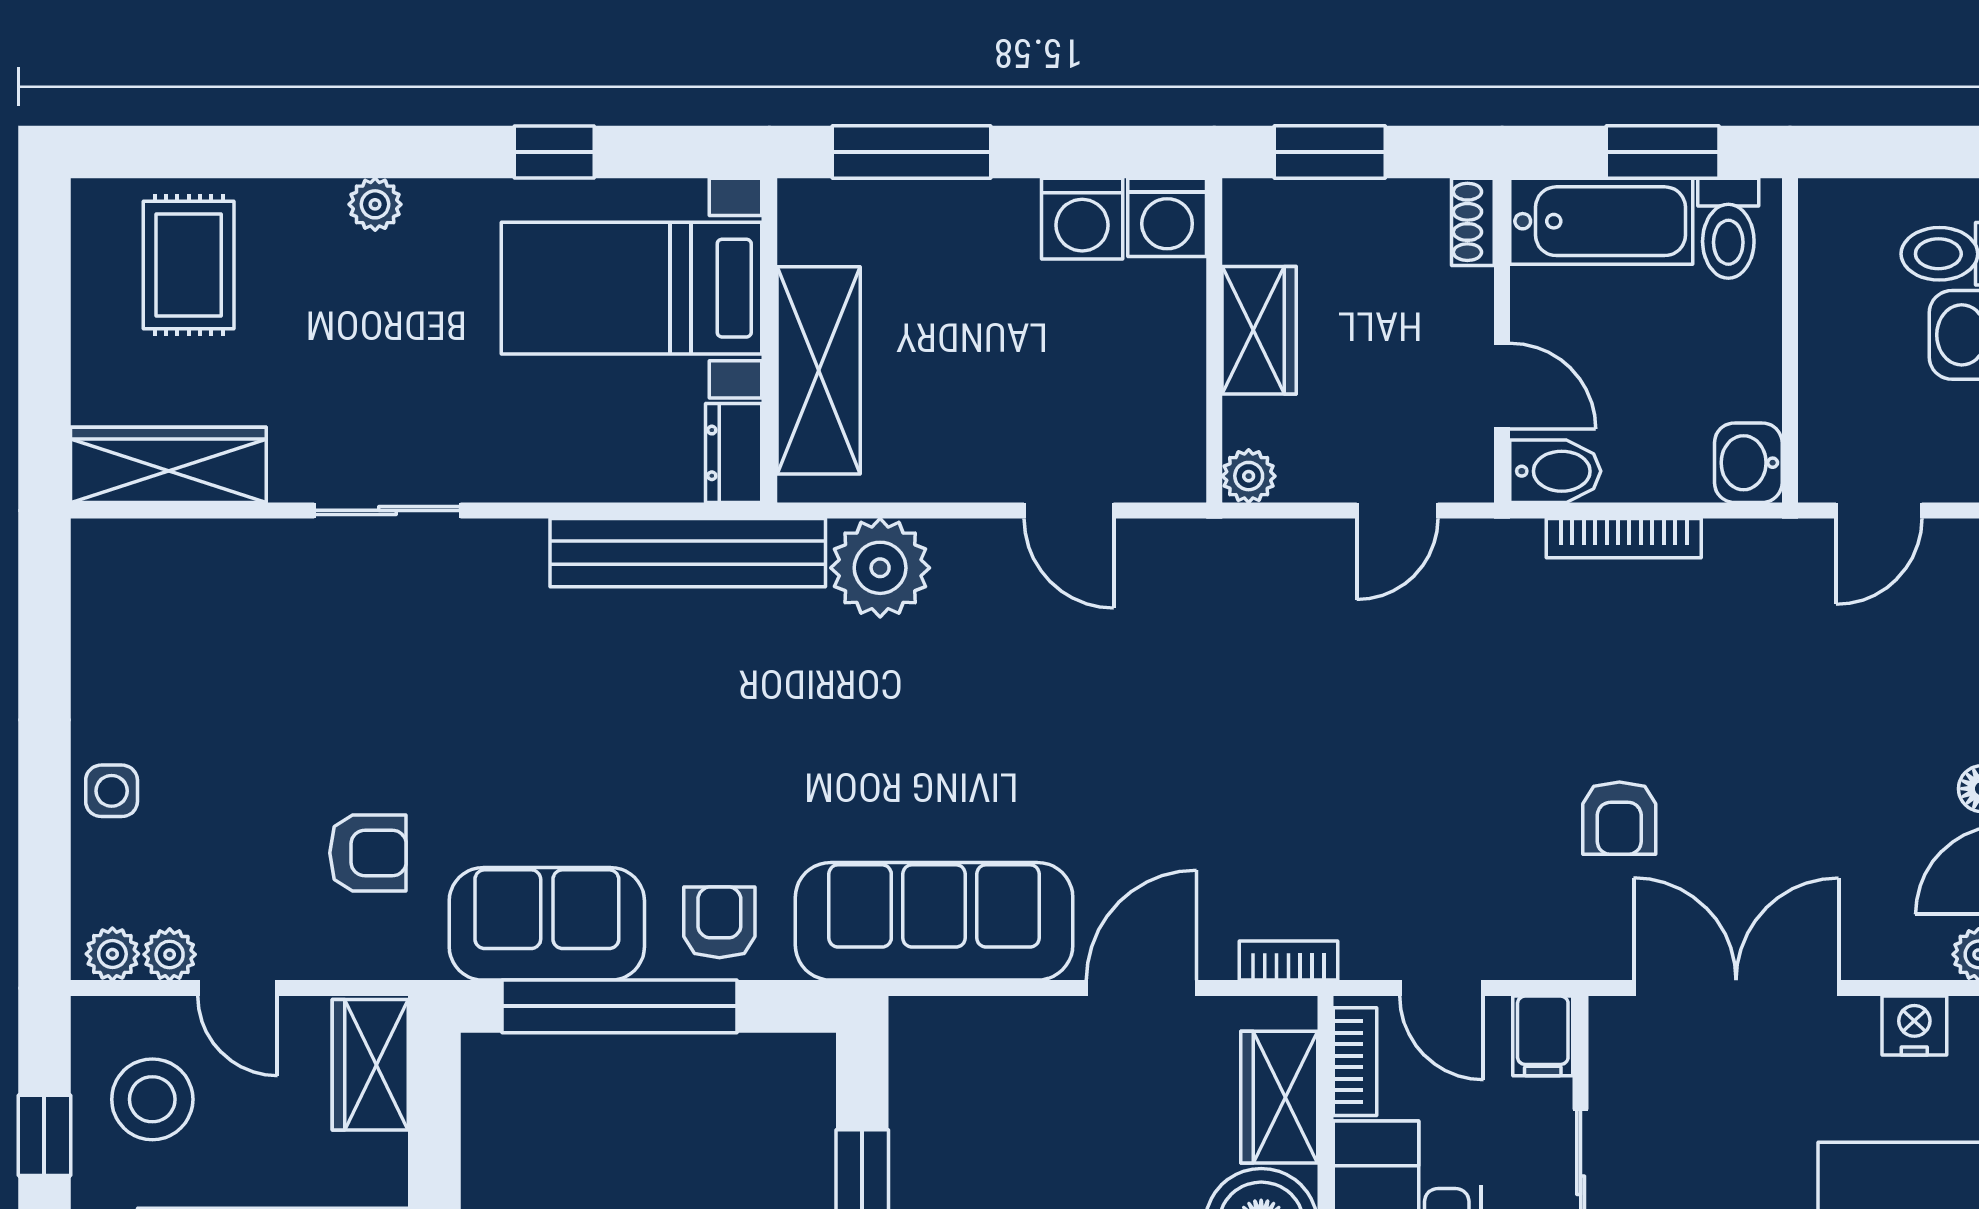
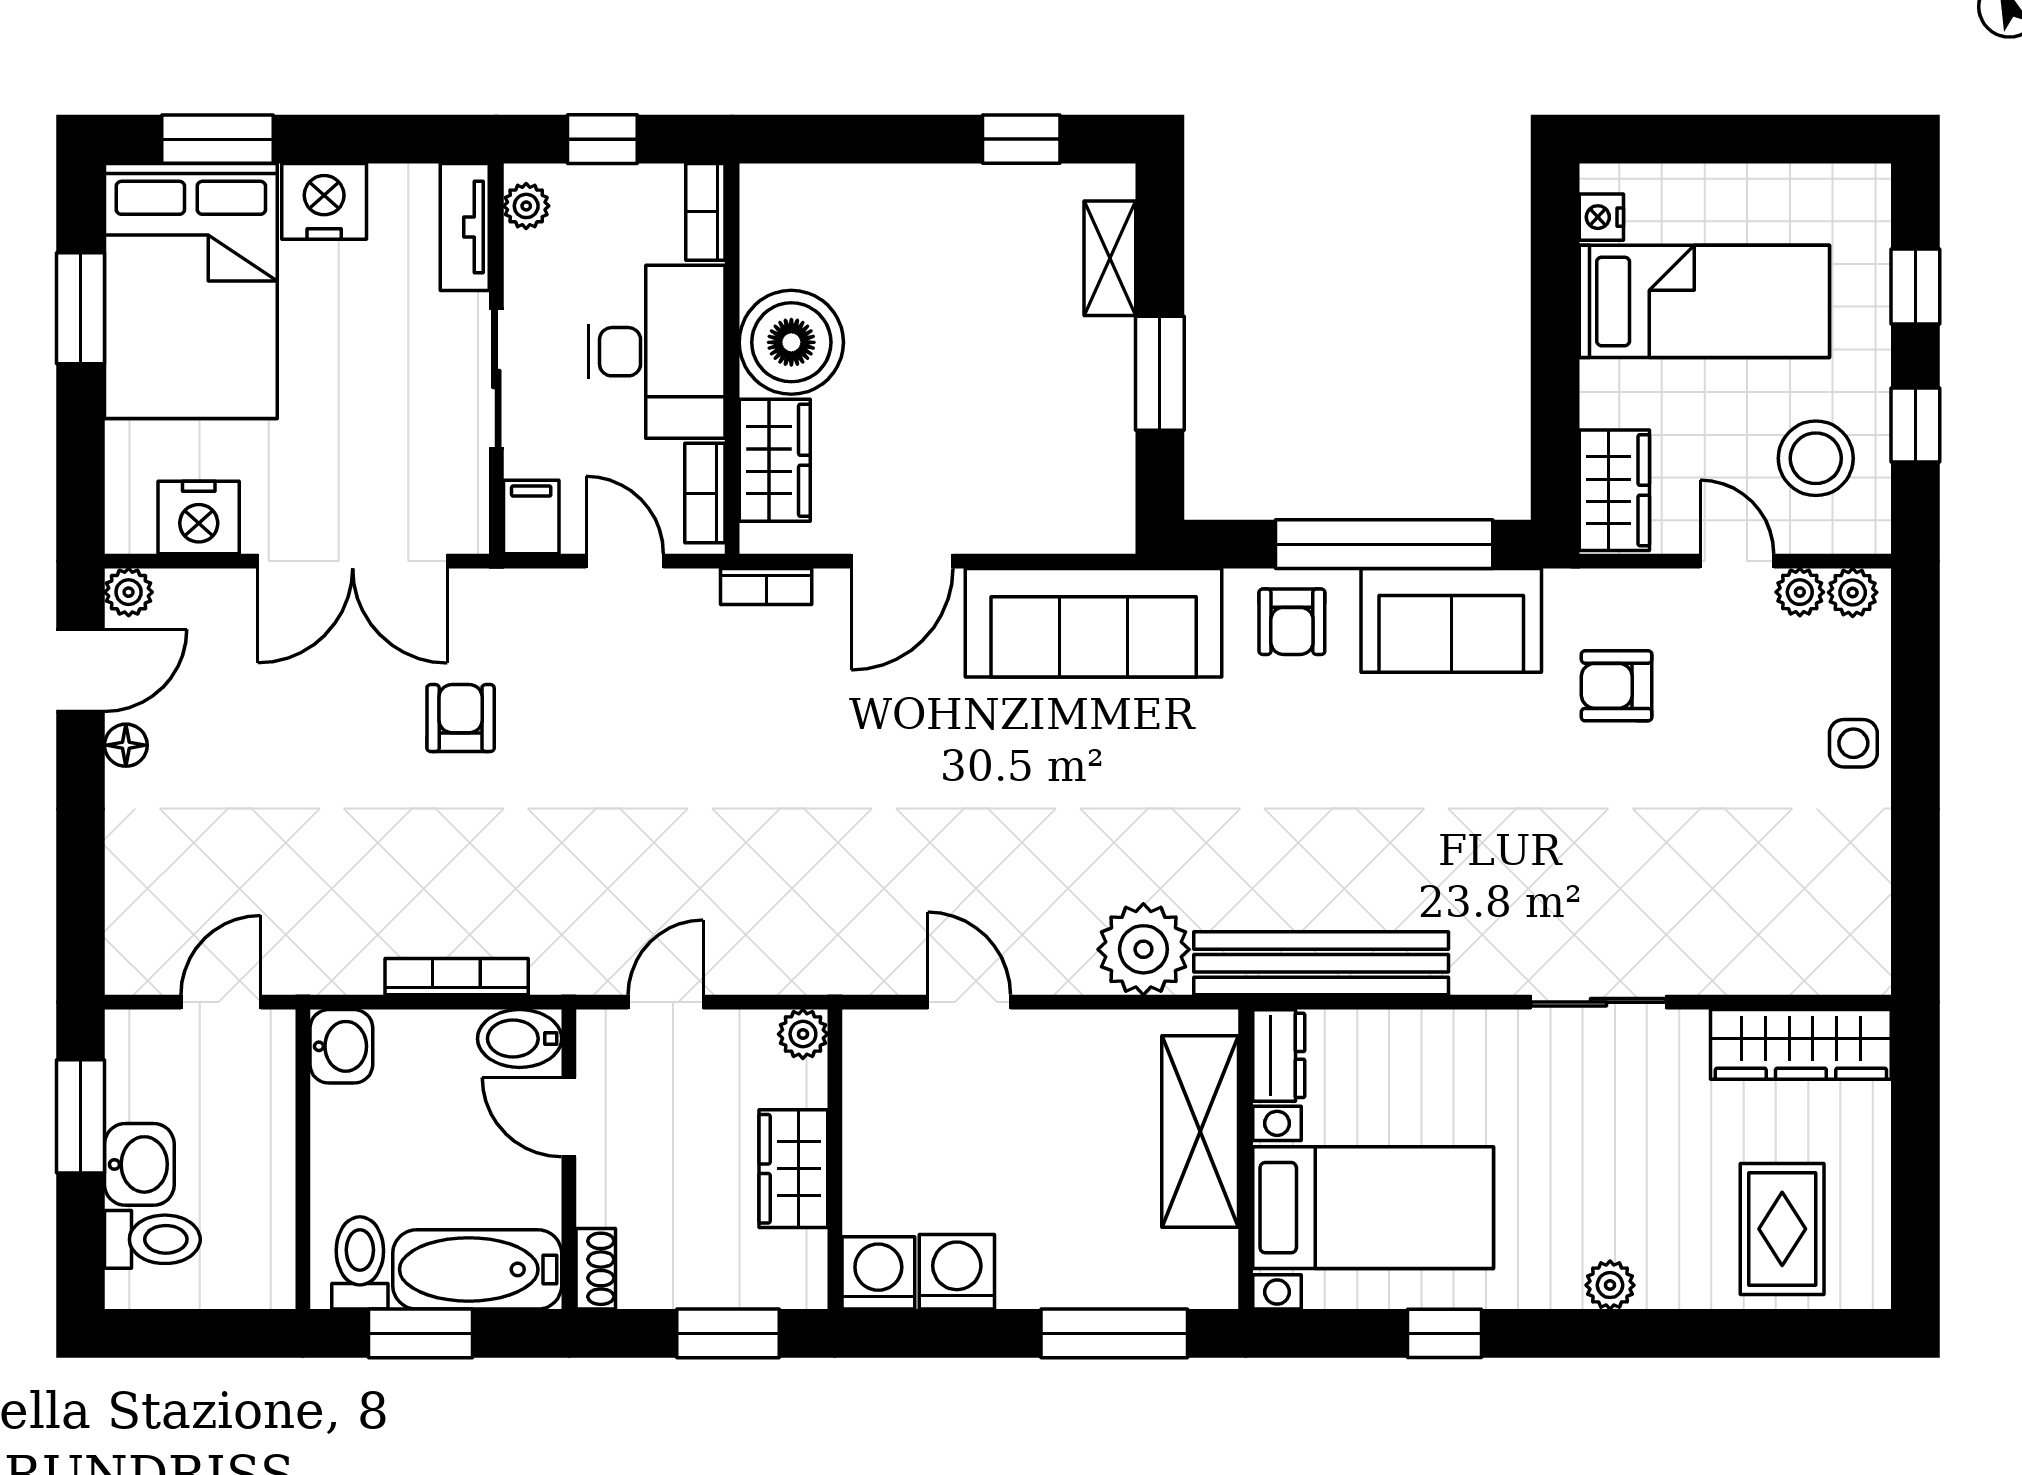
nightstand: (1914, 1026) -> (199, 517), width x1.36, depth x1.33

